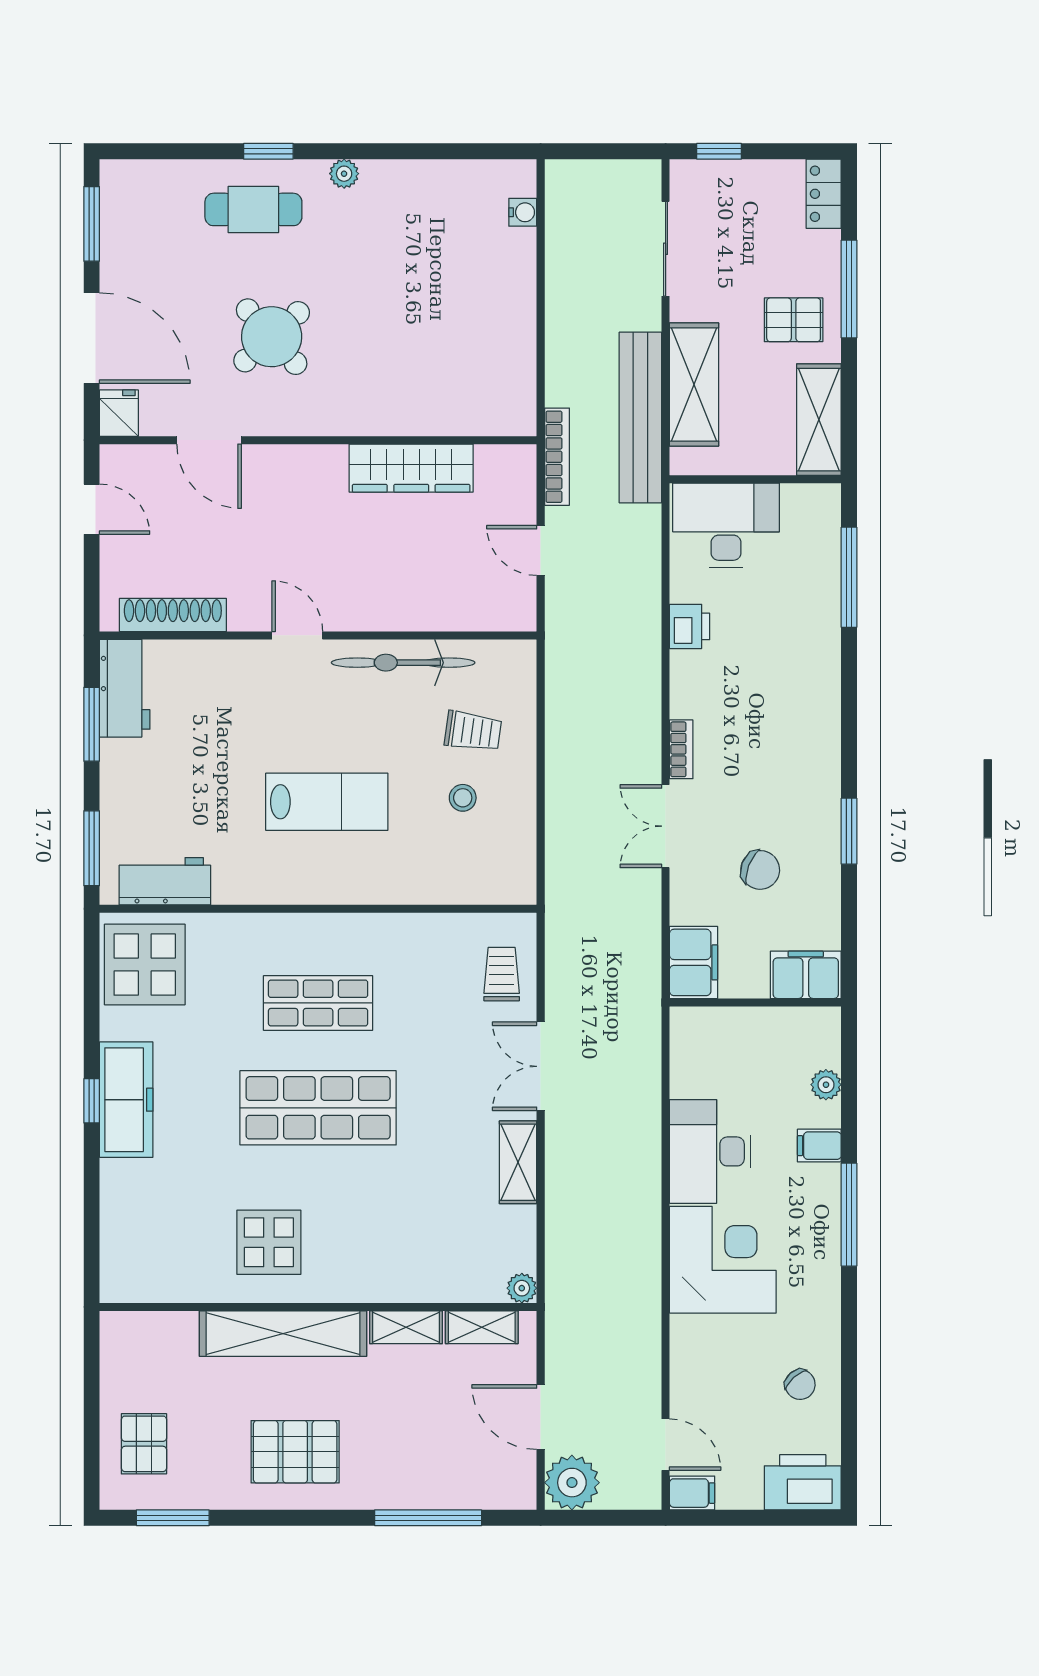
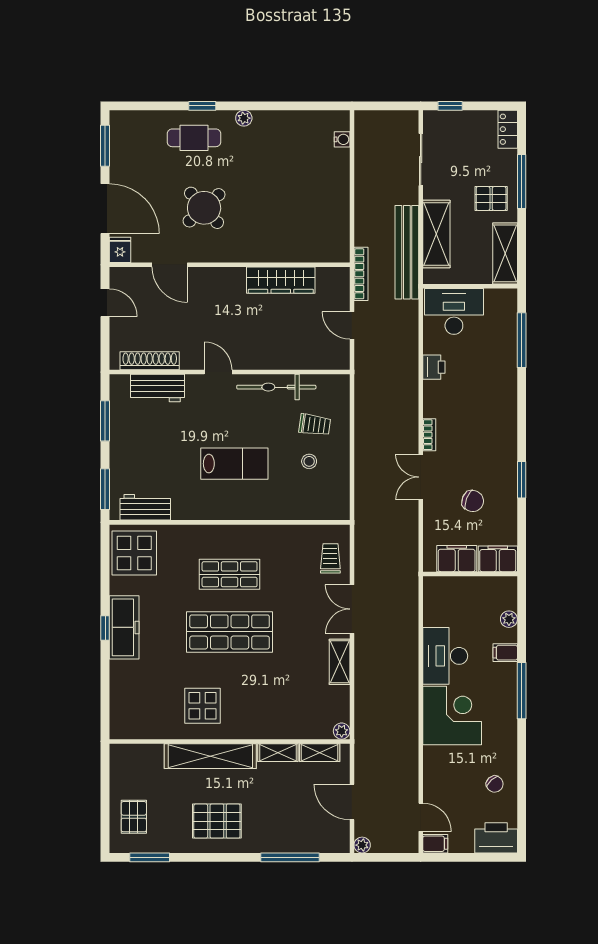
workbench: (125, 688) -> (157, 388), moved, turned 90
filing cabinet: (694, 962) -> (457, 559), moved, turned -90
plant: (572, 1483) -> (362, 845), width x0.53, depth x0.53

